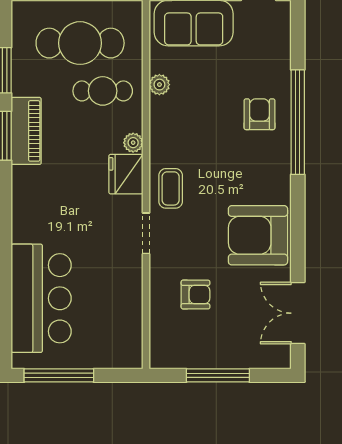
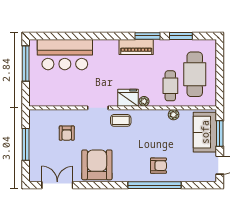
piano: (26, 131) -> (136, 47), moved

